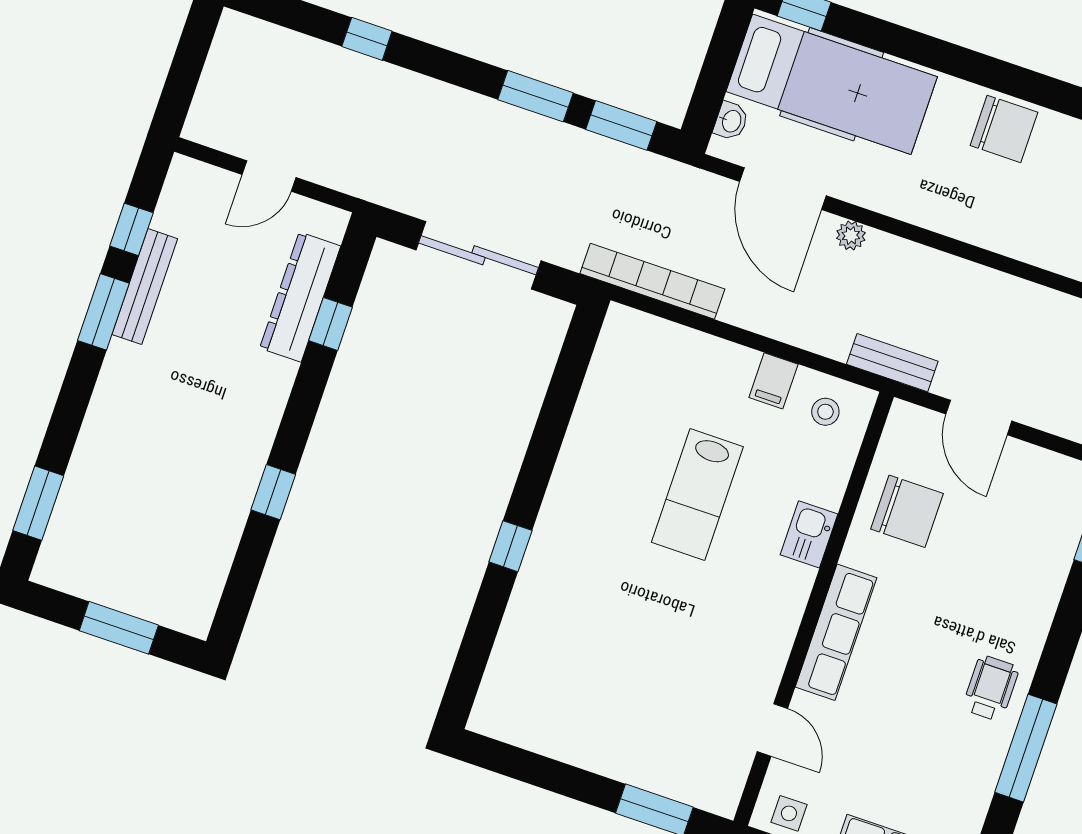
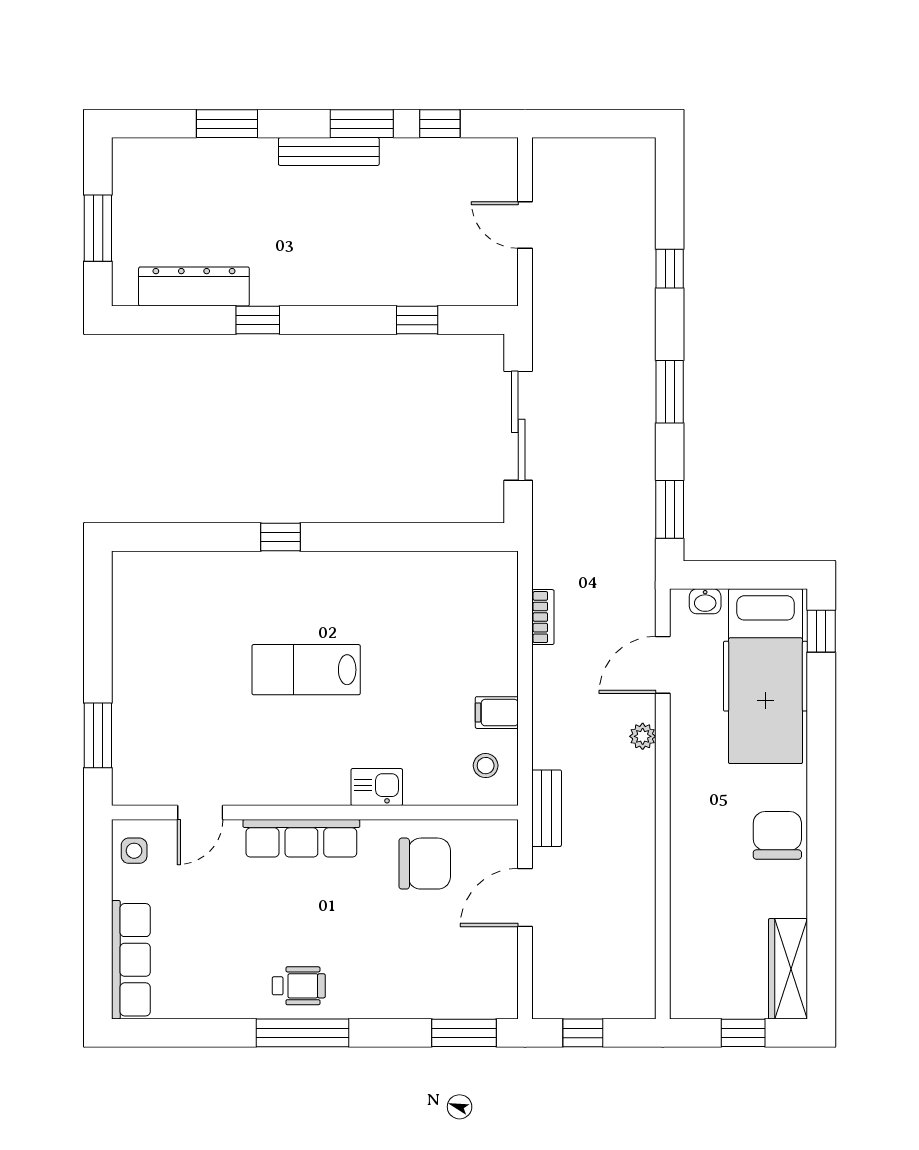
window: (535, 96) -> (670, 392), moved
chair: (1004, 129) -> (777, 835), turned 180
door: (783, 189) -> (663, 665), width x0.73
bookcase: (652, 281) -> (543, 617), width x0.43, depth x0.76
bench: (145, 287) -> (329, 151), moved
dresser: (300, 297) -> (194, 286), moved
lab bench: (697, 494) -> (306, 670), moved
window: (38, 503) -> (227, 124), moved
chair: (907, 511) -> (425, 864), turned -90
window: (1026, 748) -> (302, 1033), moved

